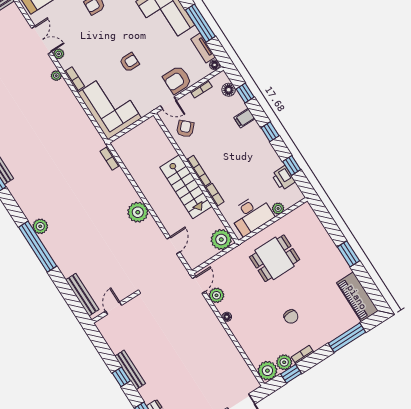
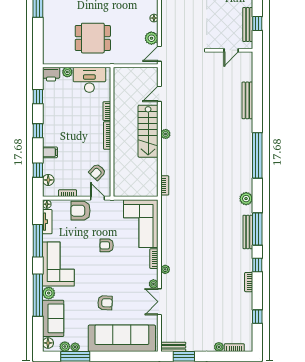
armchair: (177, 80) -> (80, 211), turned 180
printer: (283, 178) -> (51, 74), moved, turned 90
stairs: (186, 187) -> (148, 131), moved, turned 180
plant: (138, 212) -> (166, 134), width x0.53, depth x0.53
plant: (40, 226) -> (246, 199), moved
plant: (221, 240) -> (122, 76), removed
door: (114, 308) -> (231, 50), moved
wall: (114, 308) -> (230, 50), moved

